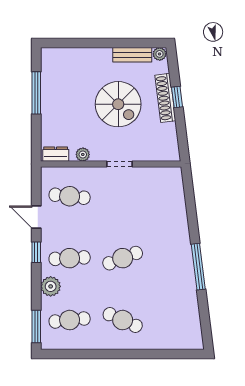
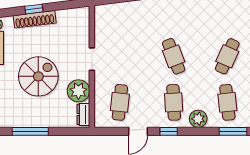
spiral stairs: (118, 104) -> (38, 76), moved
plant: (83, 154) -> (78, 91), width x1.87, depth x1.87

